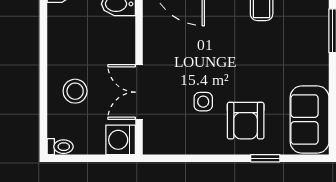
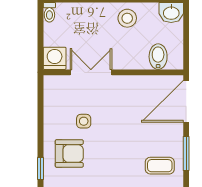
stool: (75, 91) -> (127, 18), moved
armchair: (246, 121) -> (69, 153), turned 180

